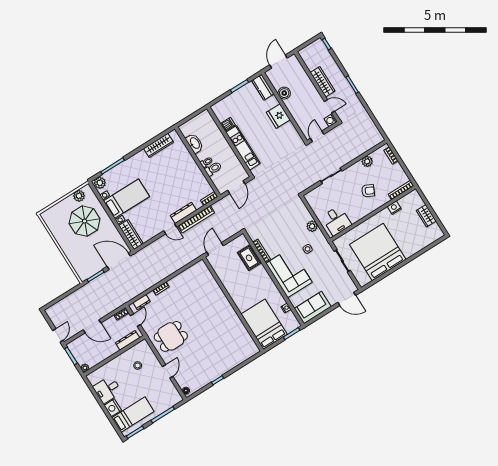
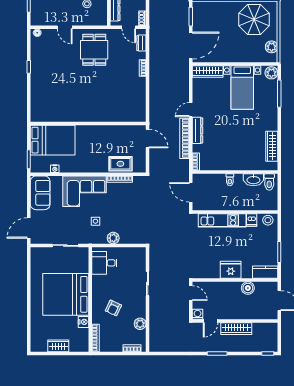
stool: (220, 111) -> (268, 220), added
toilet: (213, 169) -> (269, 182), moved
parasol: (85, 221) -> (254, 19), moved
bed: (378, 252) -> (66, 294), moved, turned 180

